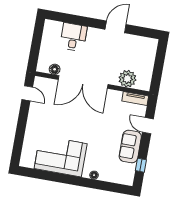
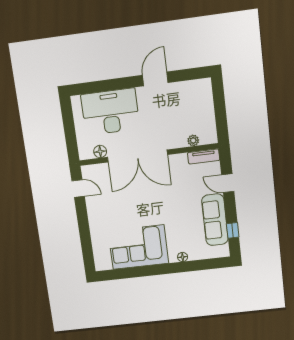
desk: (73, 37) -> (110, 112), width x1.87, depth x1.30
plant: (127, 79) -> (193, 140), width x0.53, depth x0.53
sofa: (130, 147) -> (215, 220), width x1.36

